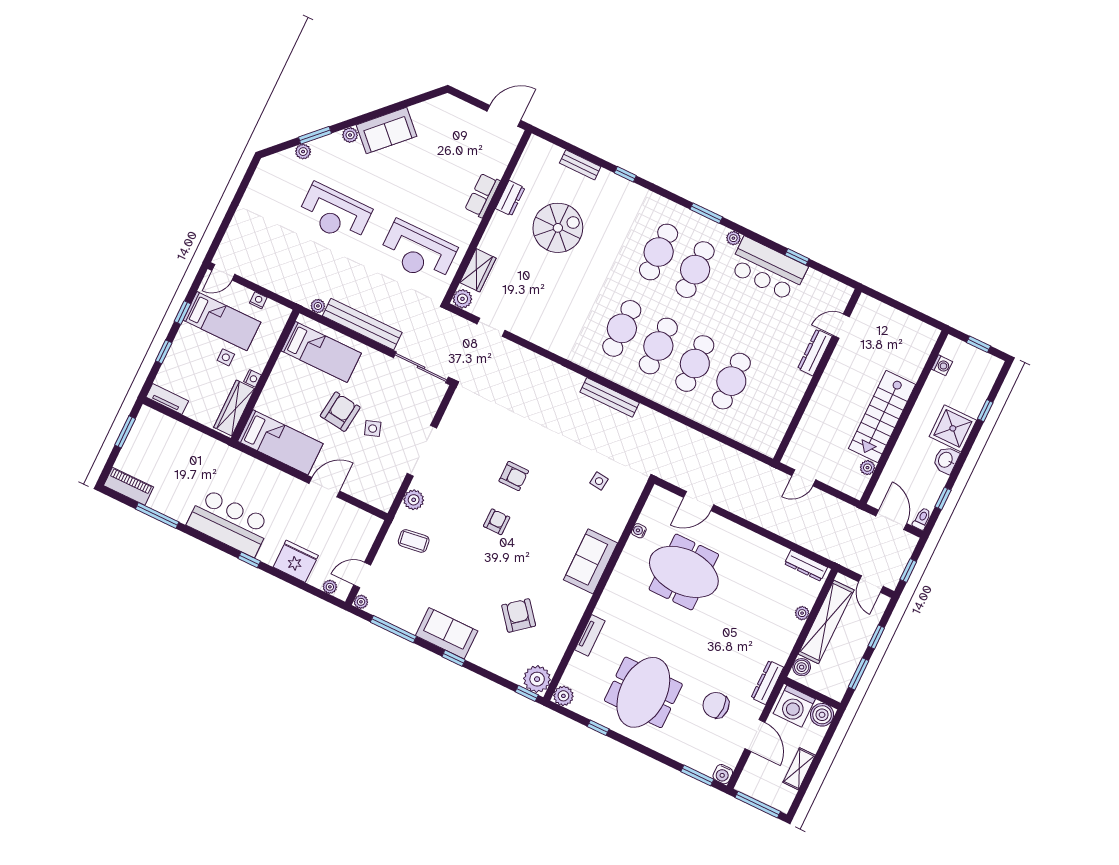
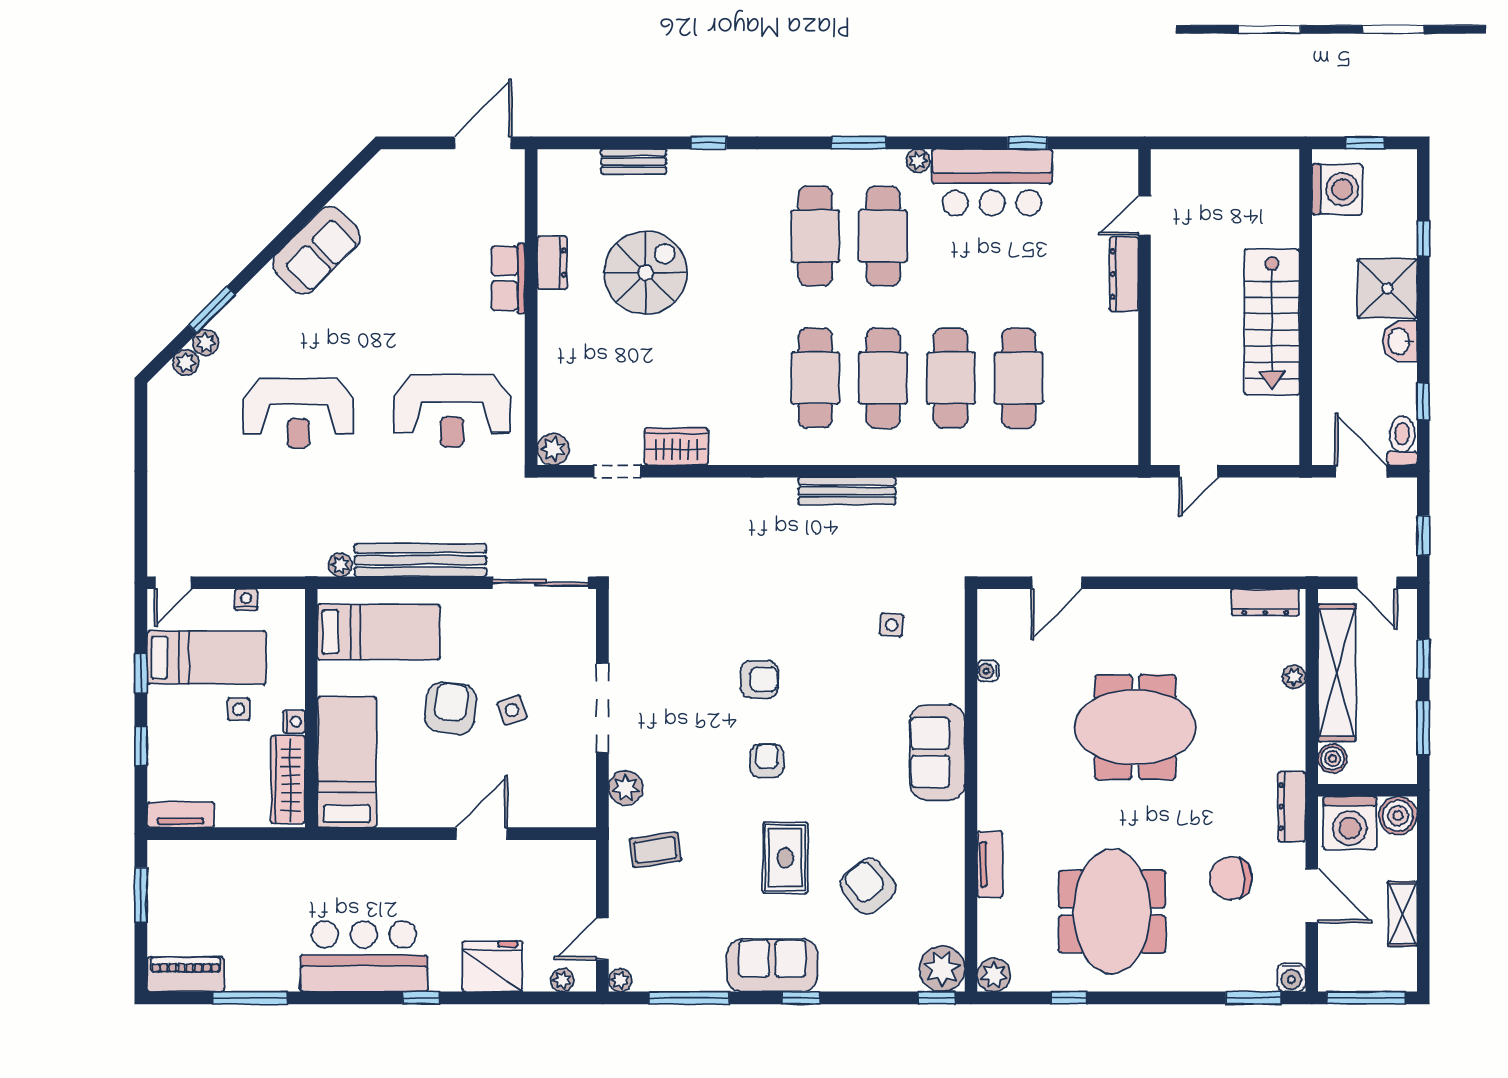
plant: (350, 135) -> (186, 363), moved
wardrobe: (478, 270) -> (676, 447), moved, turned -90
washing machine: (942, 365) -> (1337, 189), width x1.89, depth x1.89
bed: (280, 442) -> (347, 762), moved, turned -90
plant: (867, 468) -> (1287, 410), removed
toilet: (922, 519) -> (1402, 440), width x1.37, depth x1.39
meeting table: (684, 572) -> (1135, 727), moved
rug: (482, 579) -> (785, 858), added

